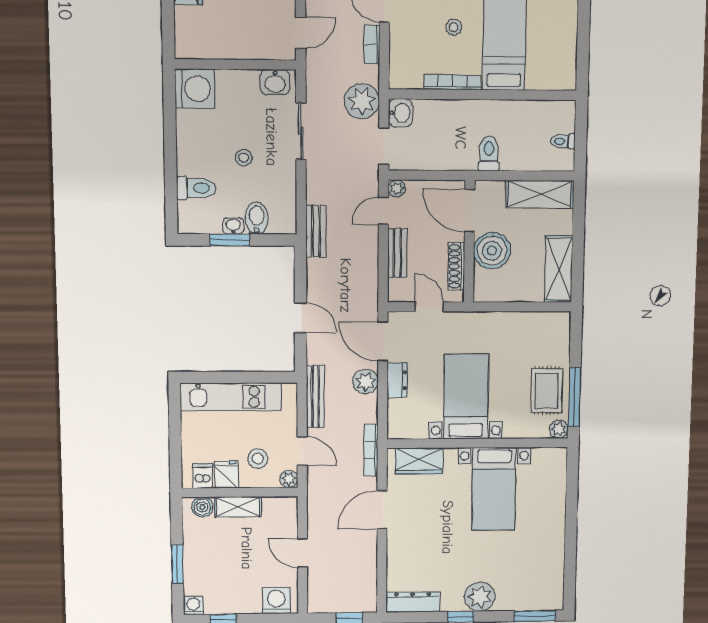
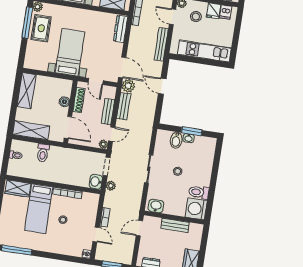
bench: (231, 49) -> (175, 225), added
wardrobe: (550, 76) -> (18, 188), added
plant: (362, 101) -> (111, 186), width x0.53, depth x0.53
sliding door: (301, 131) -> (149, 169), moved
toilet: (489, 154) -> (43, 153), moved
toilet: (196, 188) -> (199, 192), moved
bench: (316, 231) -> (124, 106), moved
boiler: (492, 251) -> (64, 102), width x0.54, depth x0.54
dresser: (397, 380) -> (121, 29), moved, width x1.44
plant: (366, 381) -> (128, 86), moved
bed with nightstands: (466, 396) -> (70, 52), moved, turned 180

